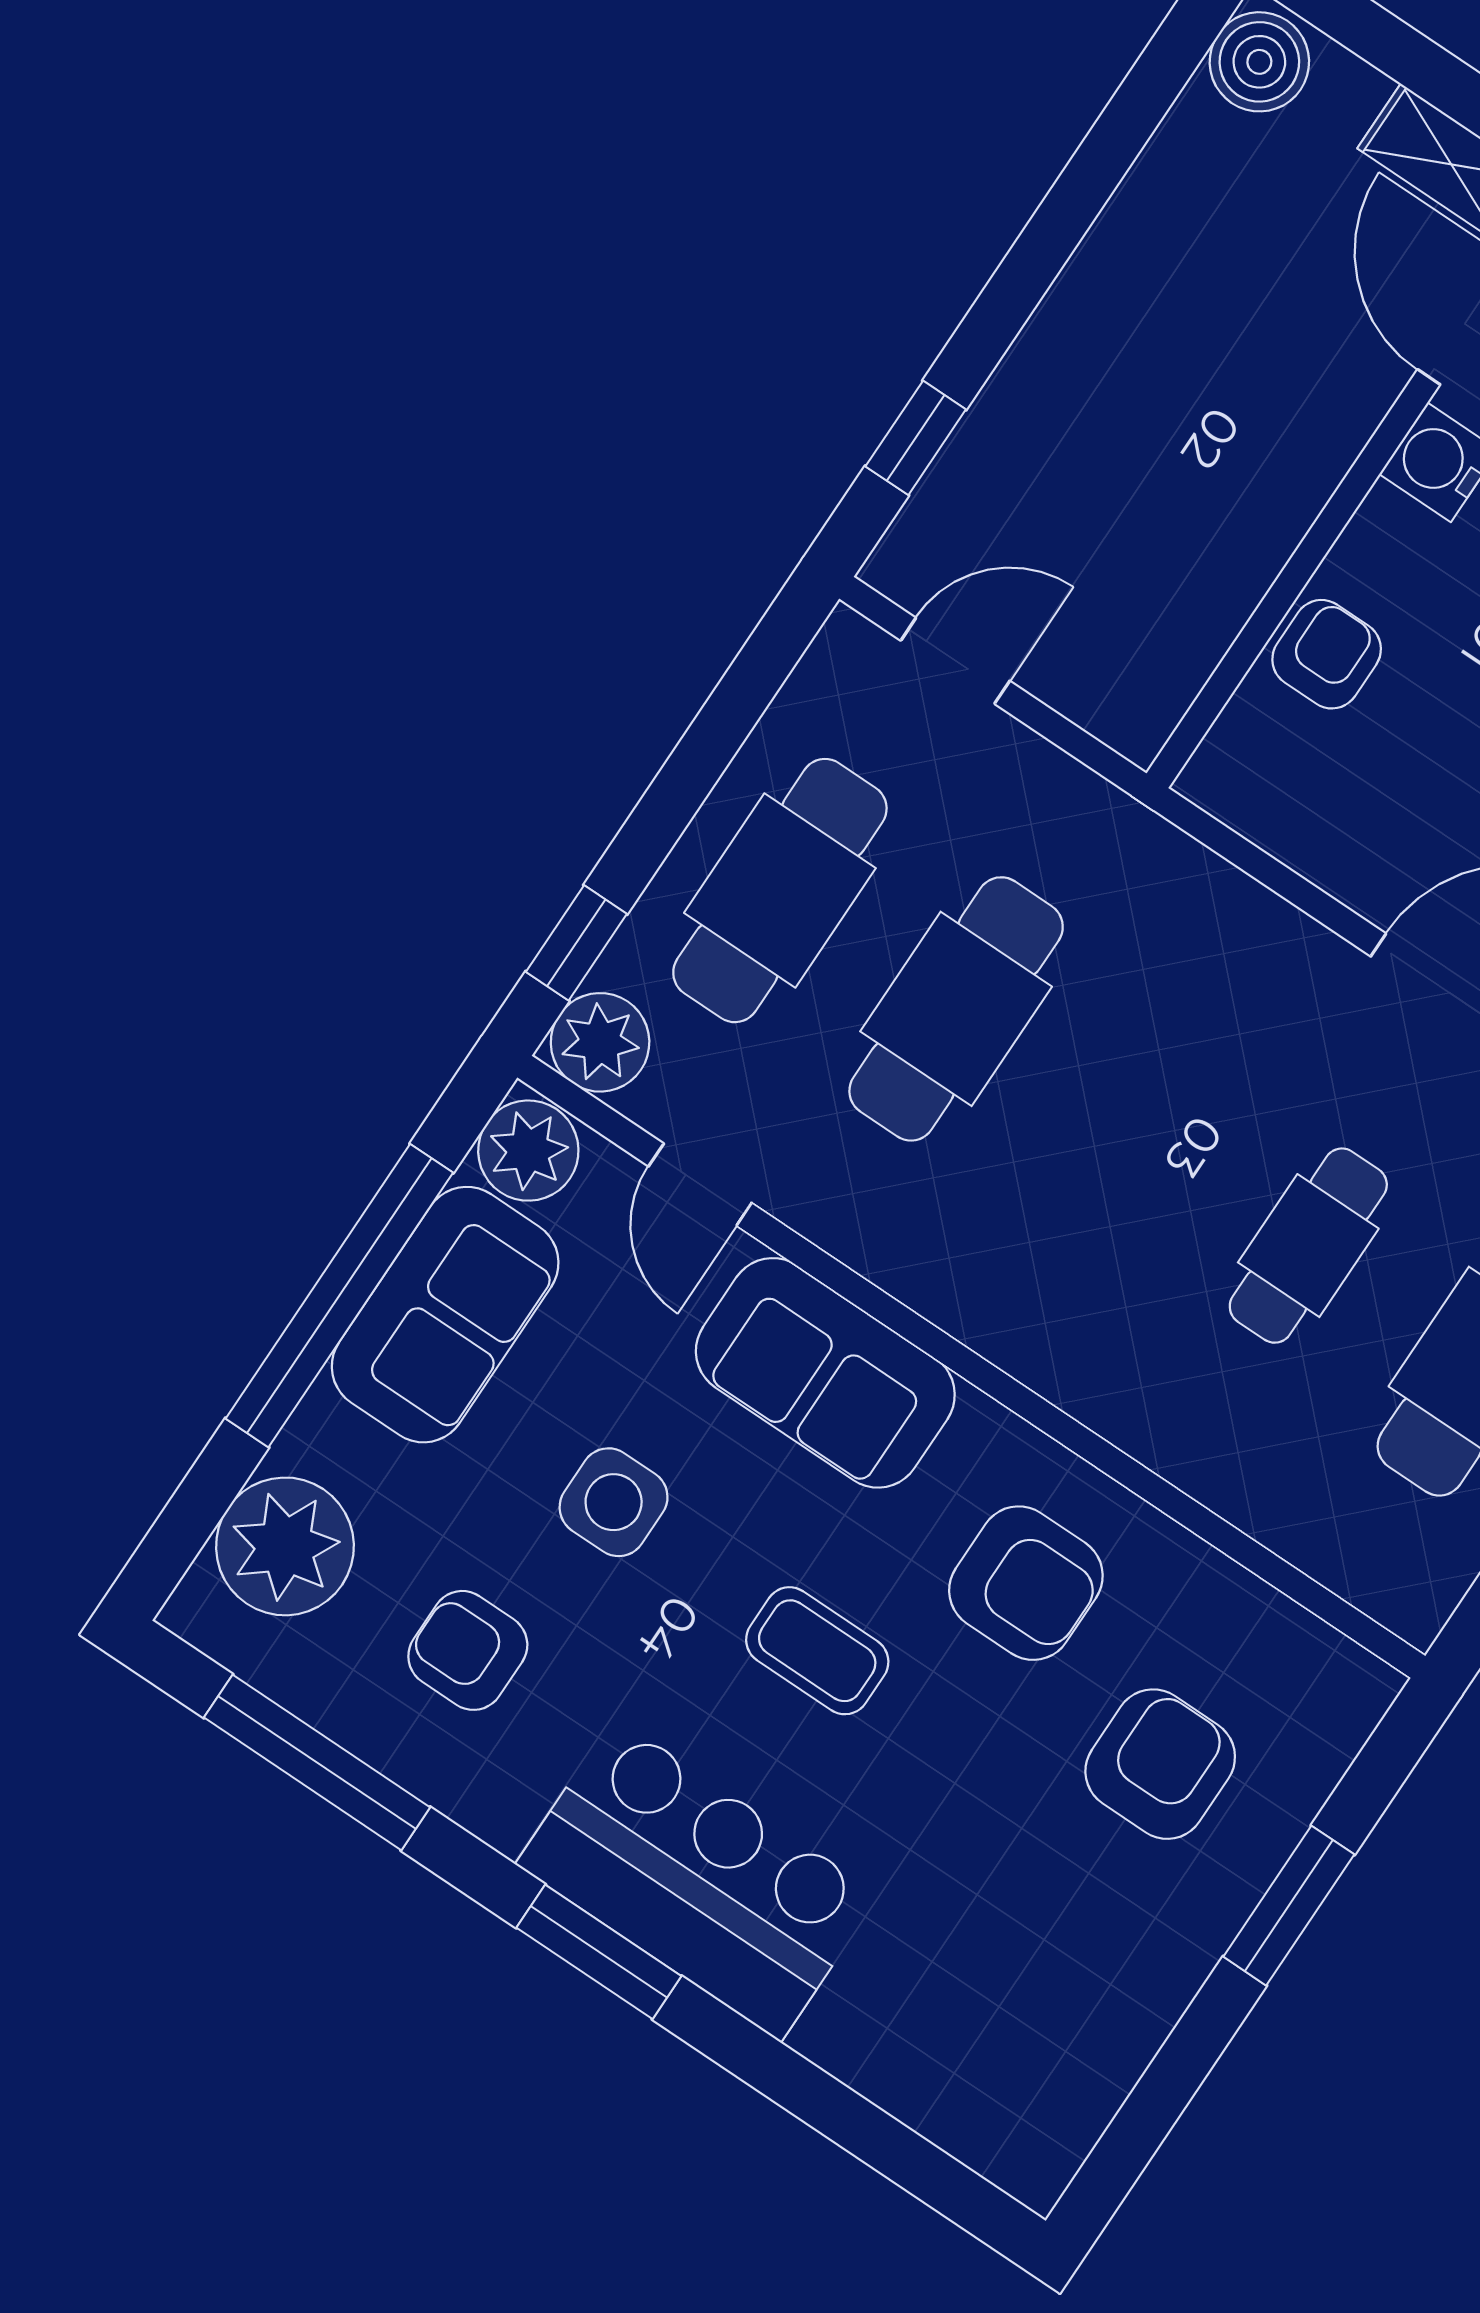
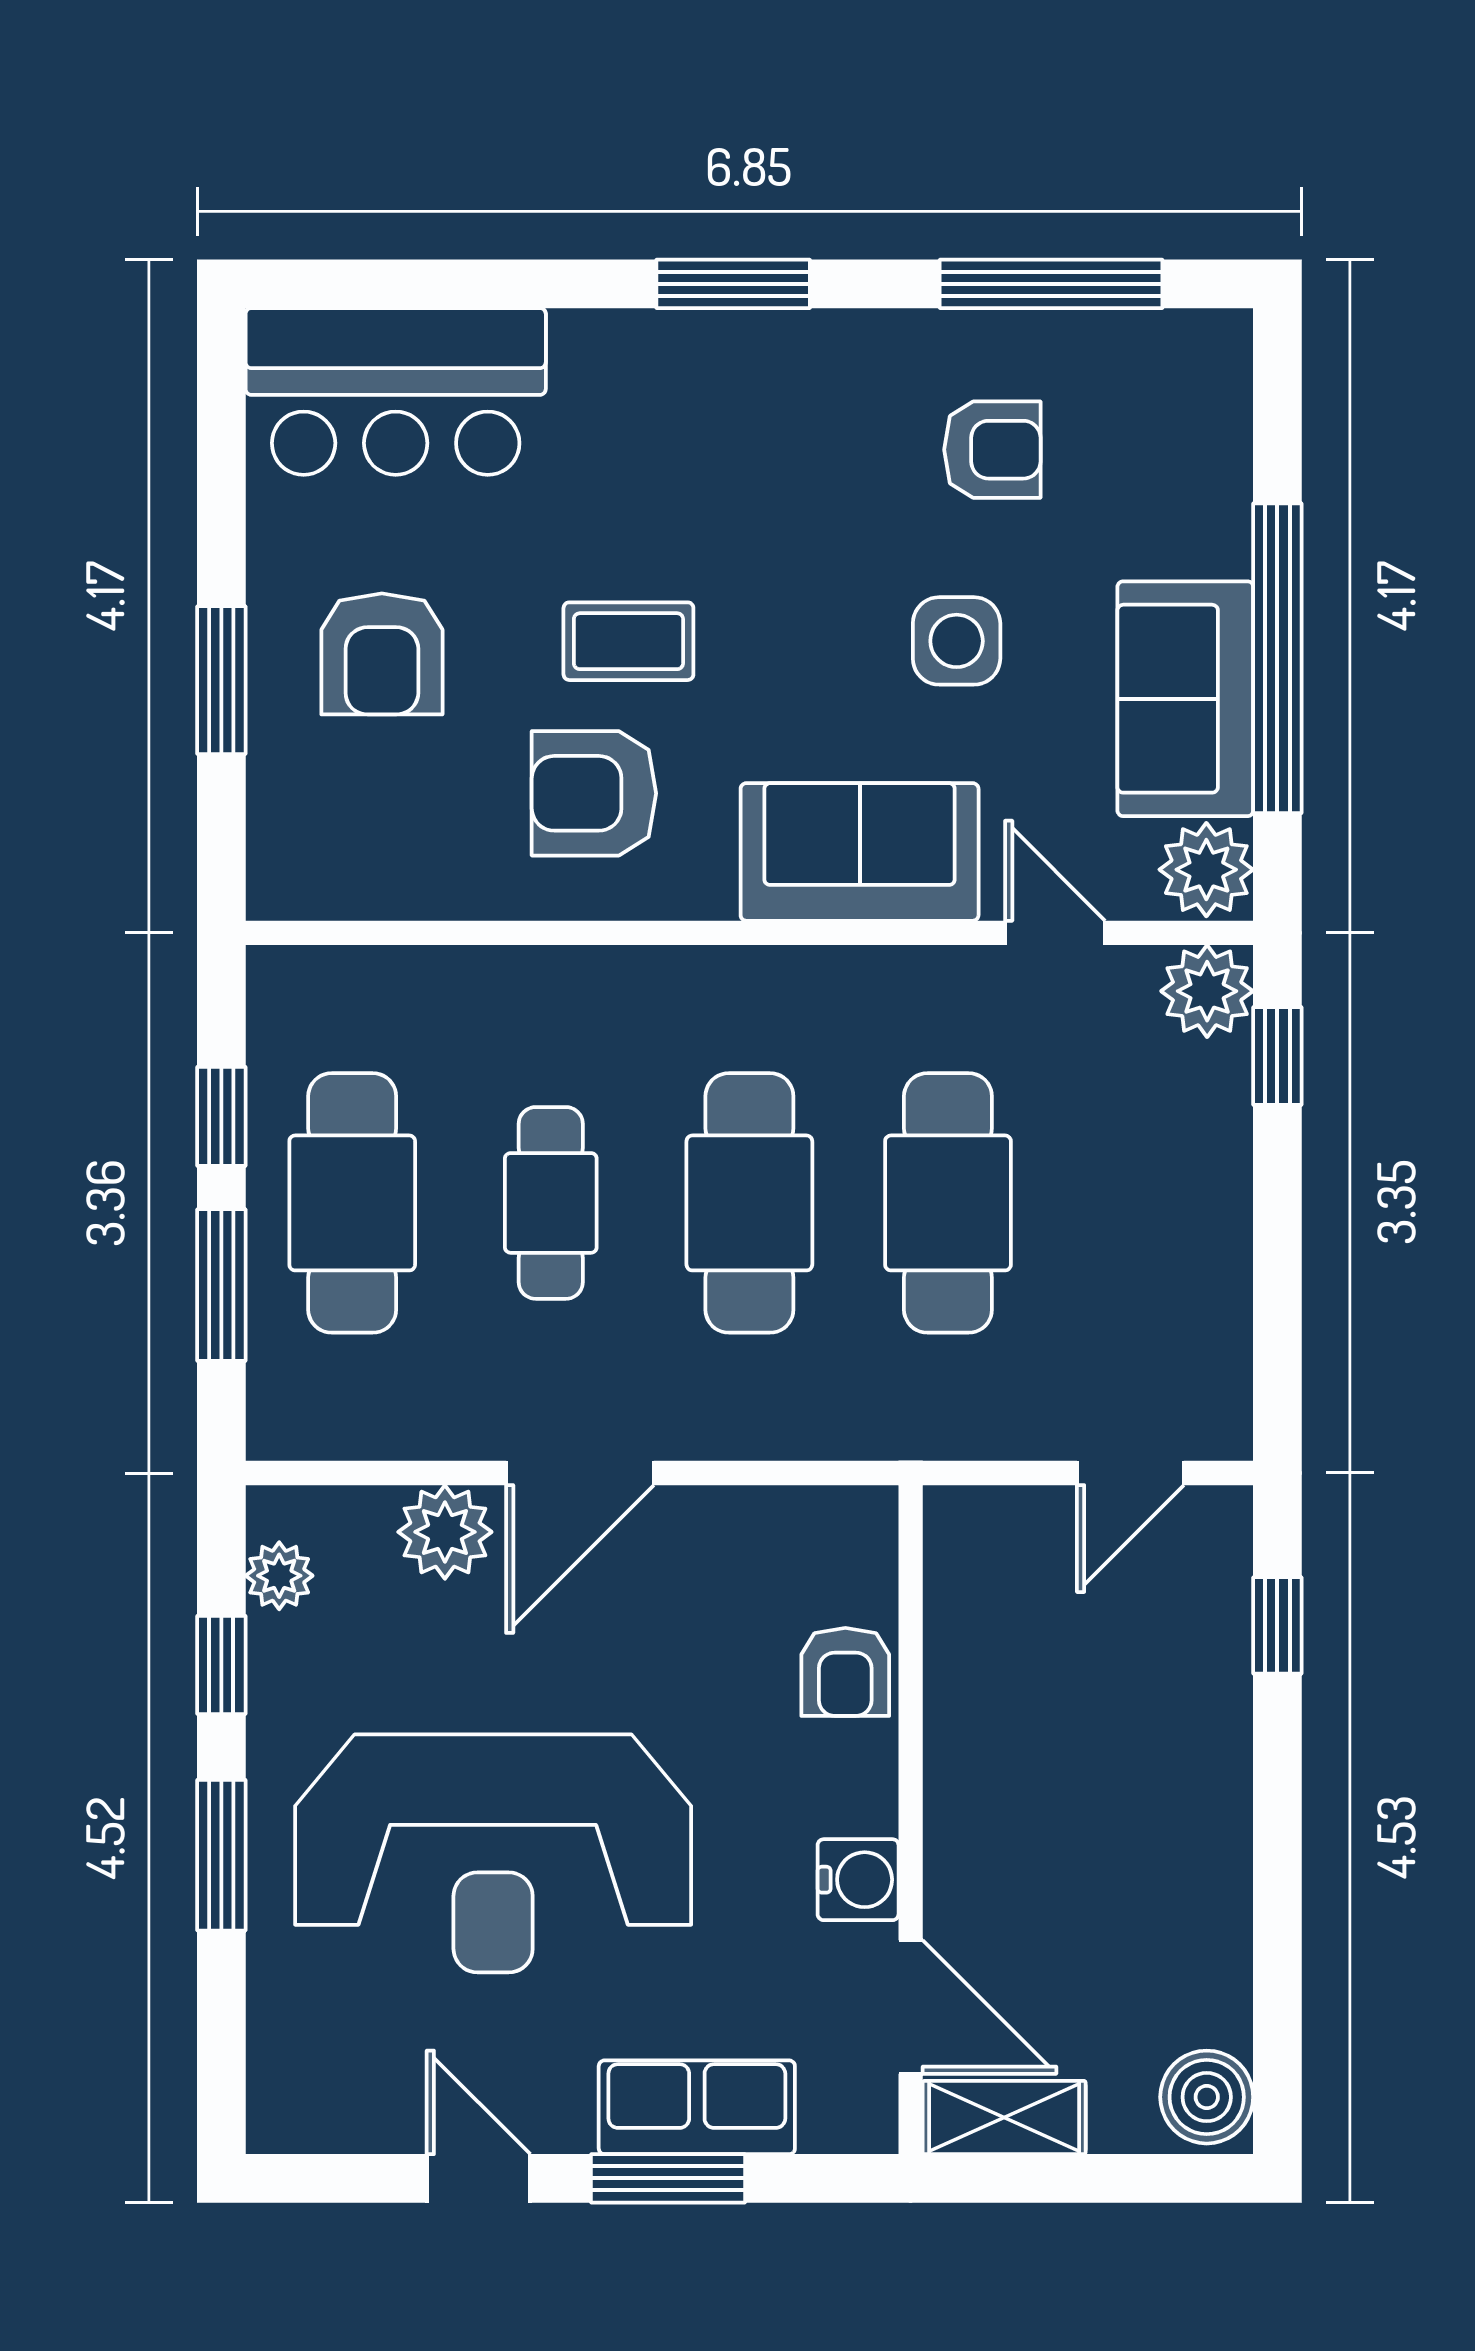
cafe table: (780, 891) -> (749, 1203), moved
plant: (285, 1546) -> (1189, 435), removed
coffee table: (817, 1651) -> (628, 641), moved
armchair: (1160, 1764) -> (382, 654), moved
bar counter: (697, 1880) -> (396, 391), moved

